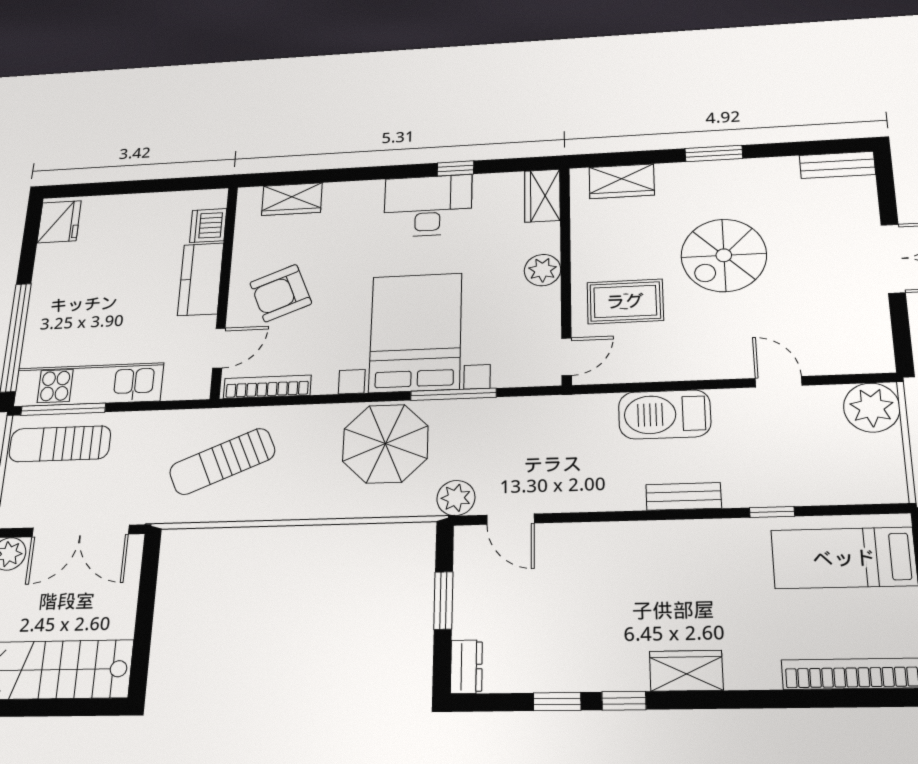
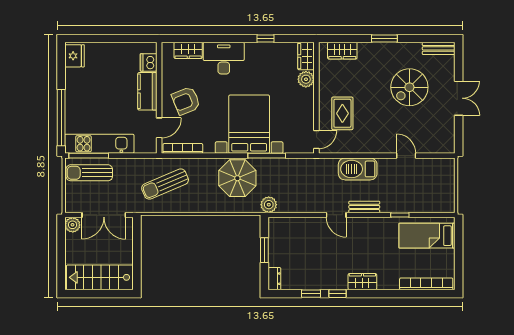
desk: (428, 206) -> (224, 58), moved
spiral stairs: (724, 255) -> (409, 87), moved
plant: (543, 270) -> (306, 79), moved
rug: (625, 301) -> (342, 113), turned 90
plant: (872, 407) -> (444, 169), removed
door: (511, 519) -> (336, 215), moved

